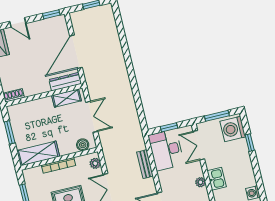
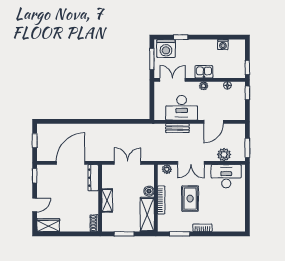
door: (76, 52) -> (71, 163), swing flipped
shelving: (67, 98) -> (107, 200), moved
window: (169, 127) -> (152, 101), removed
boiler: (83, 145) -> (149, 191), moved
double door: (199, 145) -> (173, 80), swing flipped
desk: (166, 150) -> (182, 108), moved

